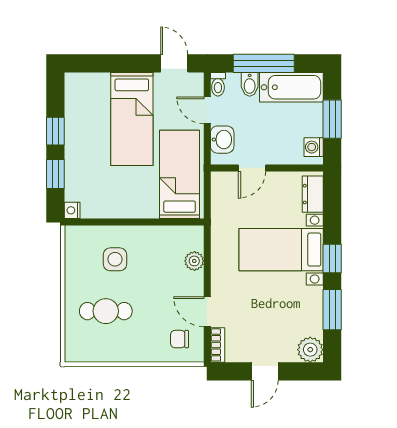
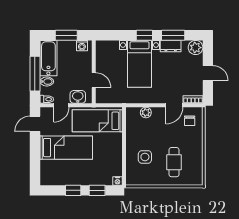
dresser: (313, 194) -> (171, 46), moved

